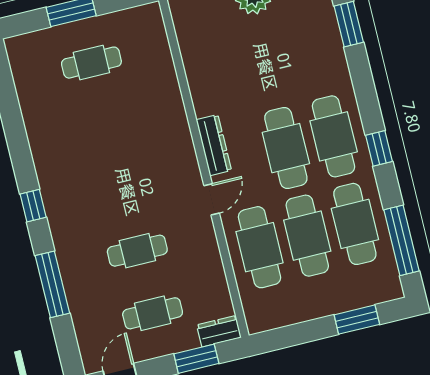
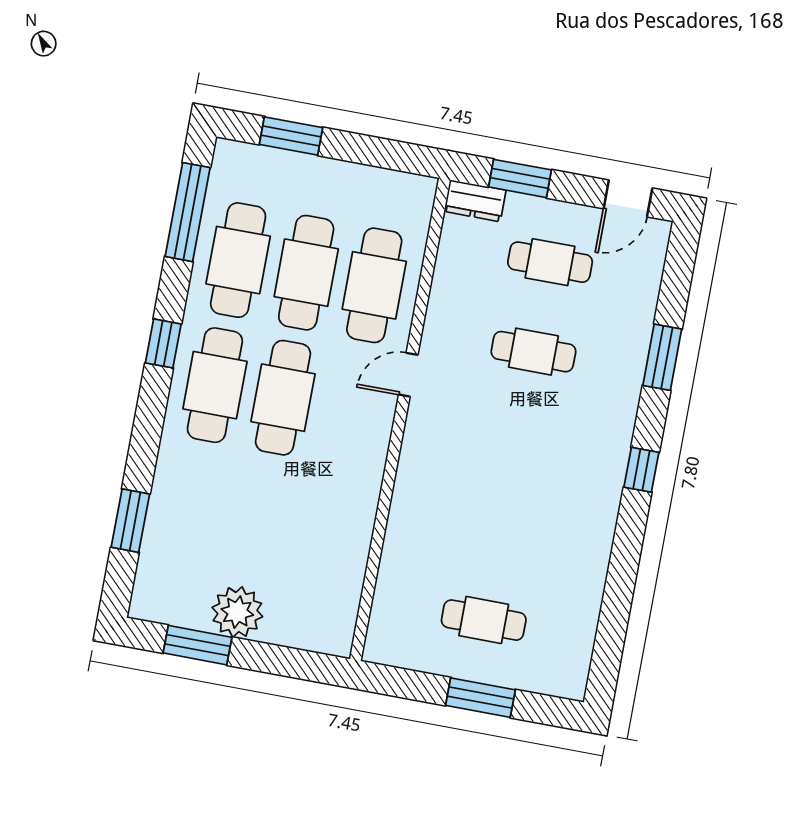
dresser: (214, 145) -> (374, 443), removed
window: (52, 284) -> (662, 357), width x0.69

